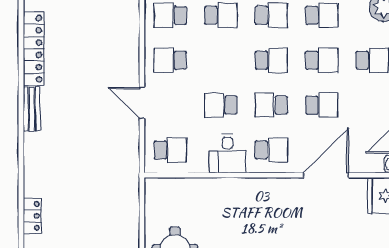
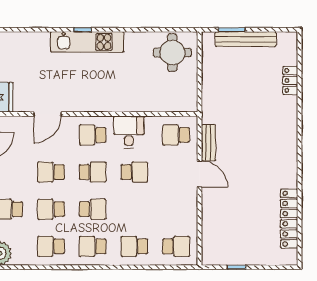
school desk: (170, 60) -> (176, 209), removed
school desk: (271, 60) -> (93, 209), turned 180
bench: (32, 109) -> (208, 143), moved
door: (326, 175) -> (47, 114), width x0.73

